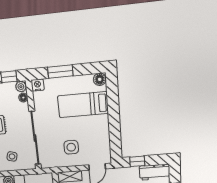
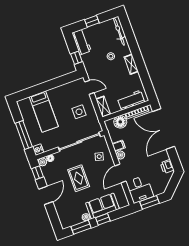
window: (60, 72) -> (24, 135), width x1.44
floor lamp: (100, 79) -> (22, 104), removed

